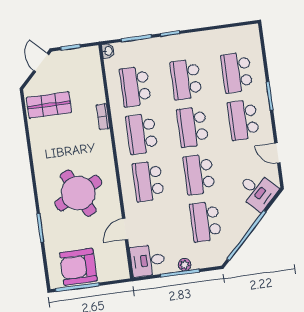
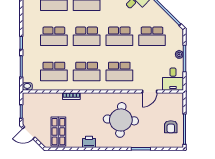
printer: (40, 151) -> (89, 142), added
round table: (78, 193) -> (121, 120), turned 30
door: (125, 229) -> (150, 91), hinge flipped
armchair: (78, 267) -> (171, 127), width x0.53, depth x0.53

